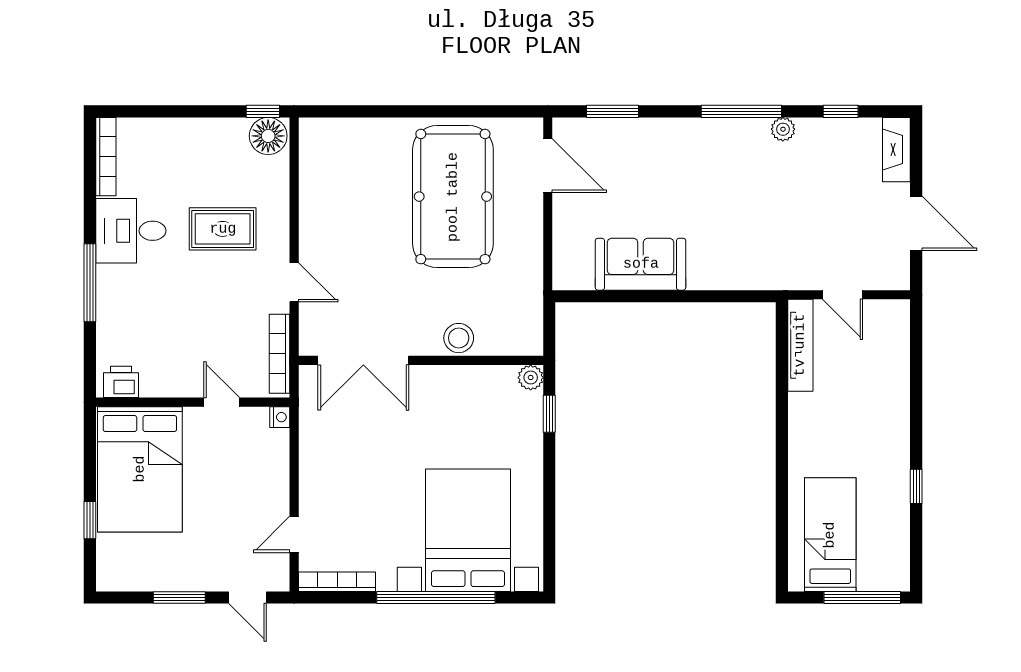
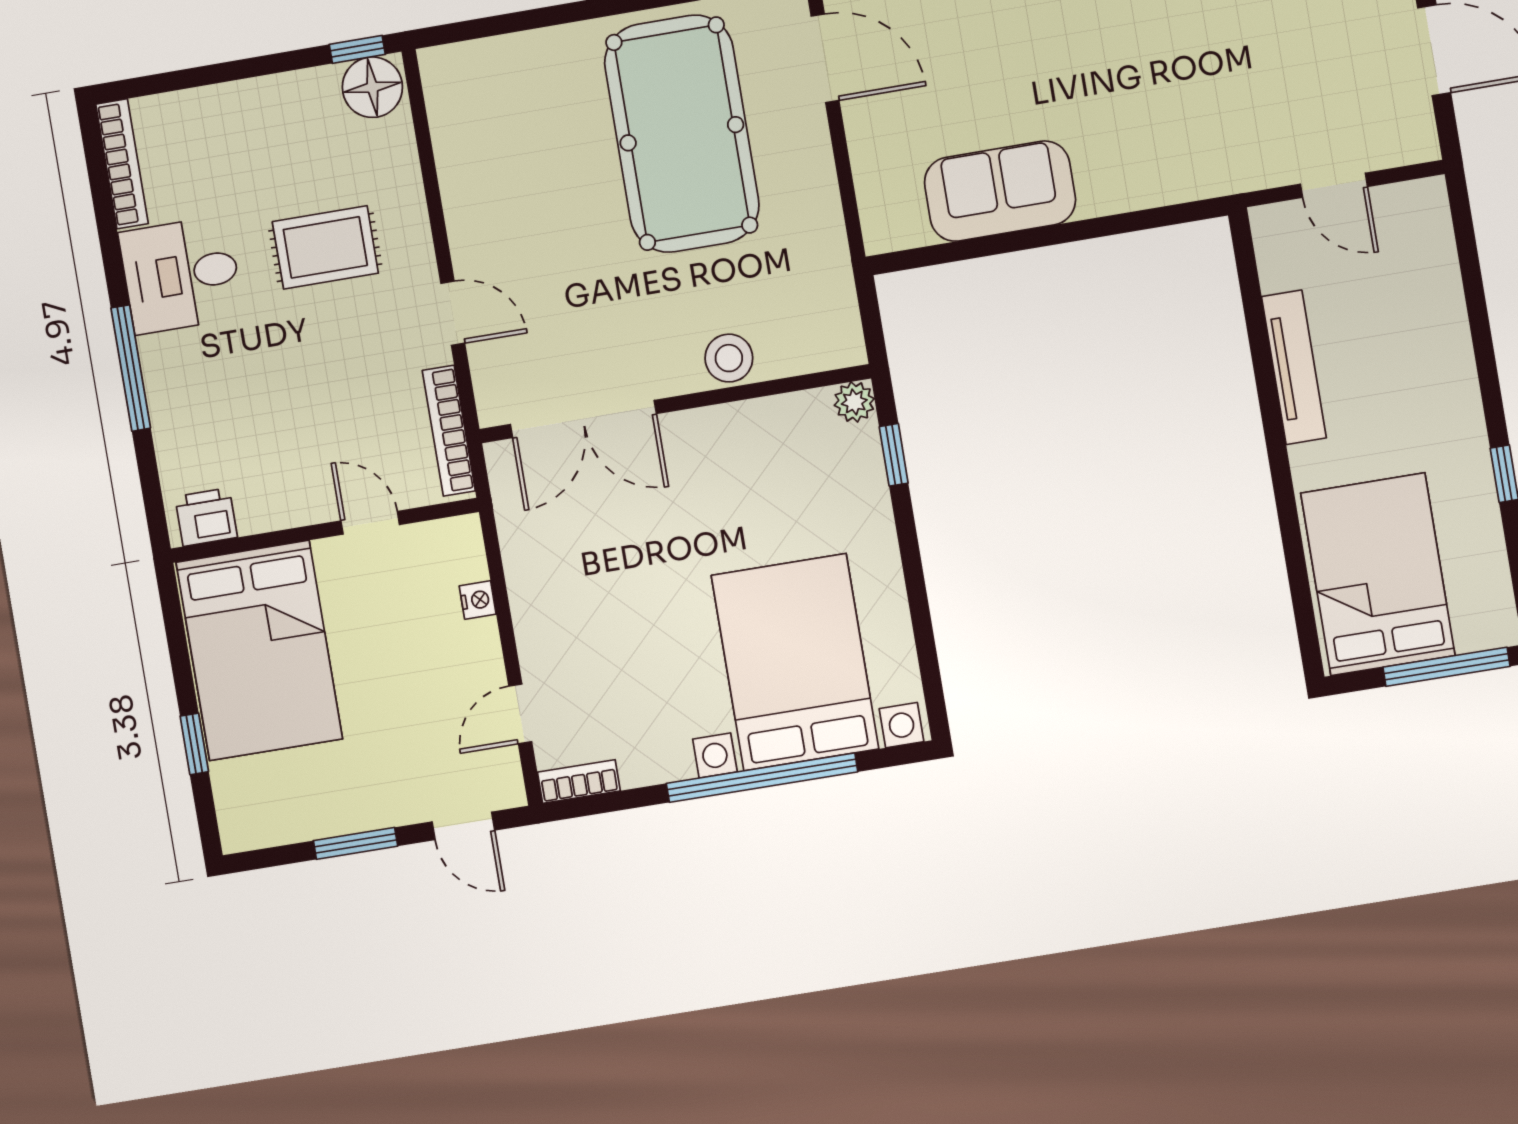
tv unit: (800, 345) -> (1294, 367), moved
nightstand: (280, 417) -> (478, 600), moved
bed: (830, 535) -> (1378, 574), width x1.50
bookcase: (337, 582) -> (579, 781), width x0.64

